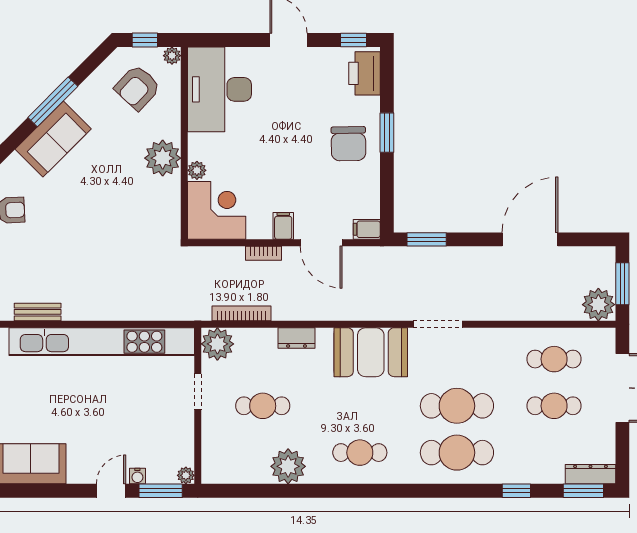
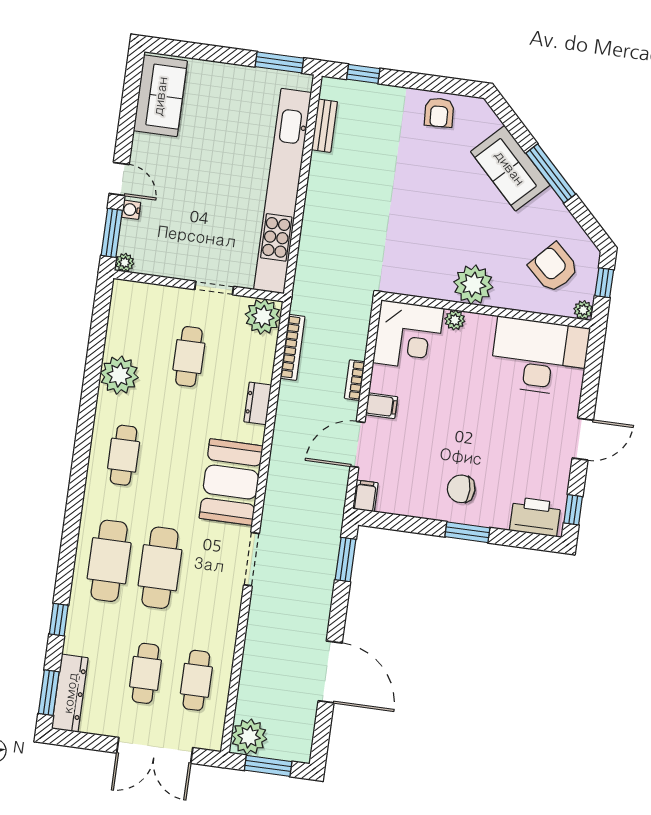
chair: (348, 144) -> (461, 489), width x0.73, depth x0.73
dresser: (590, 474) -> (70, 693), width x1.37, depth x1.24

